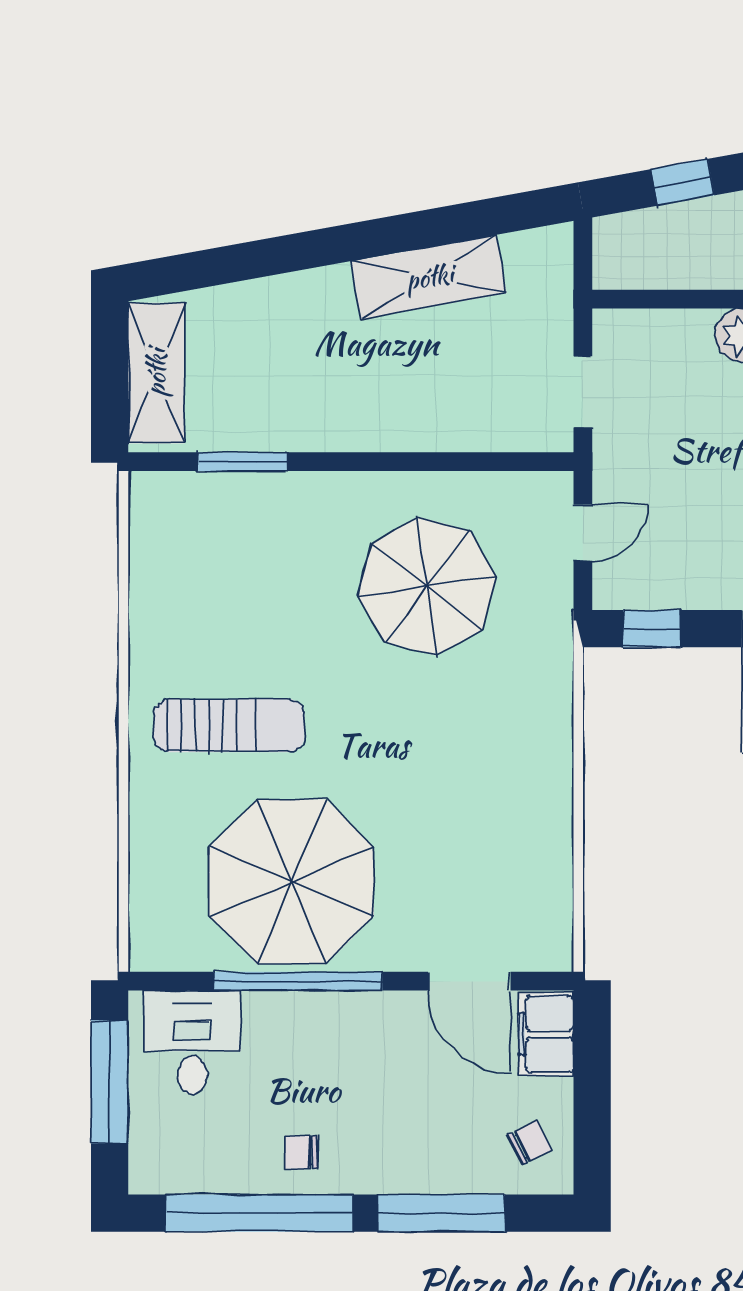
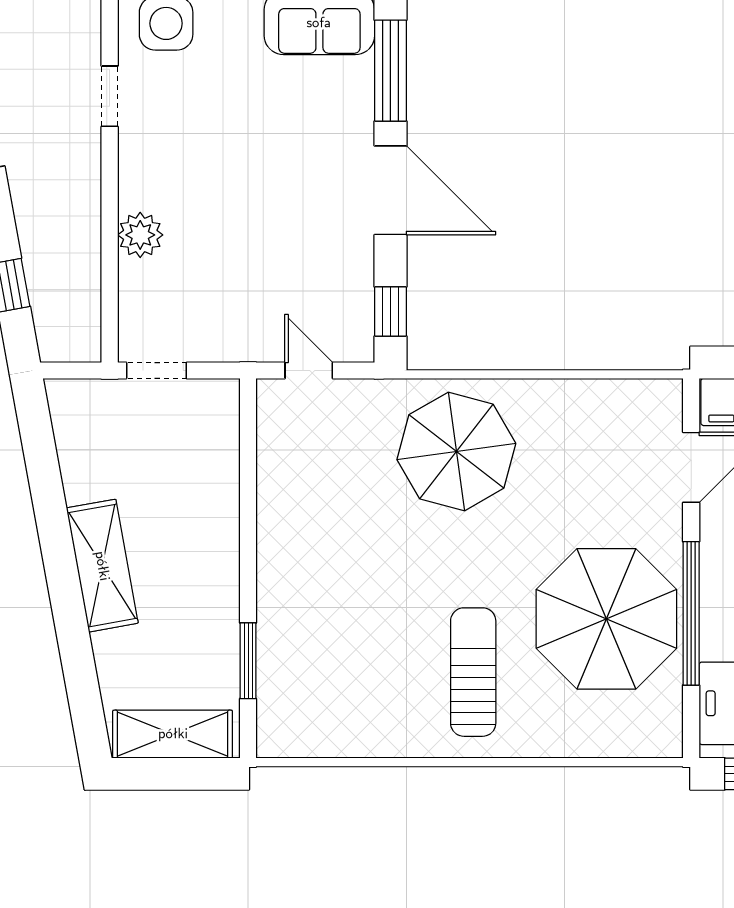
shelving: (429, 277) -> (102, 566), moved
doorway: (583, 392) -> (157, 370), moved
parasol: (427, 586) -> (456, 451), moved

